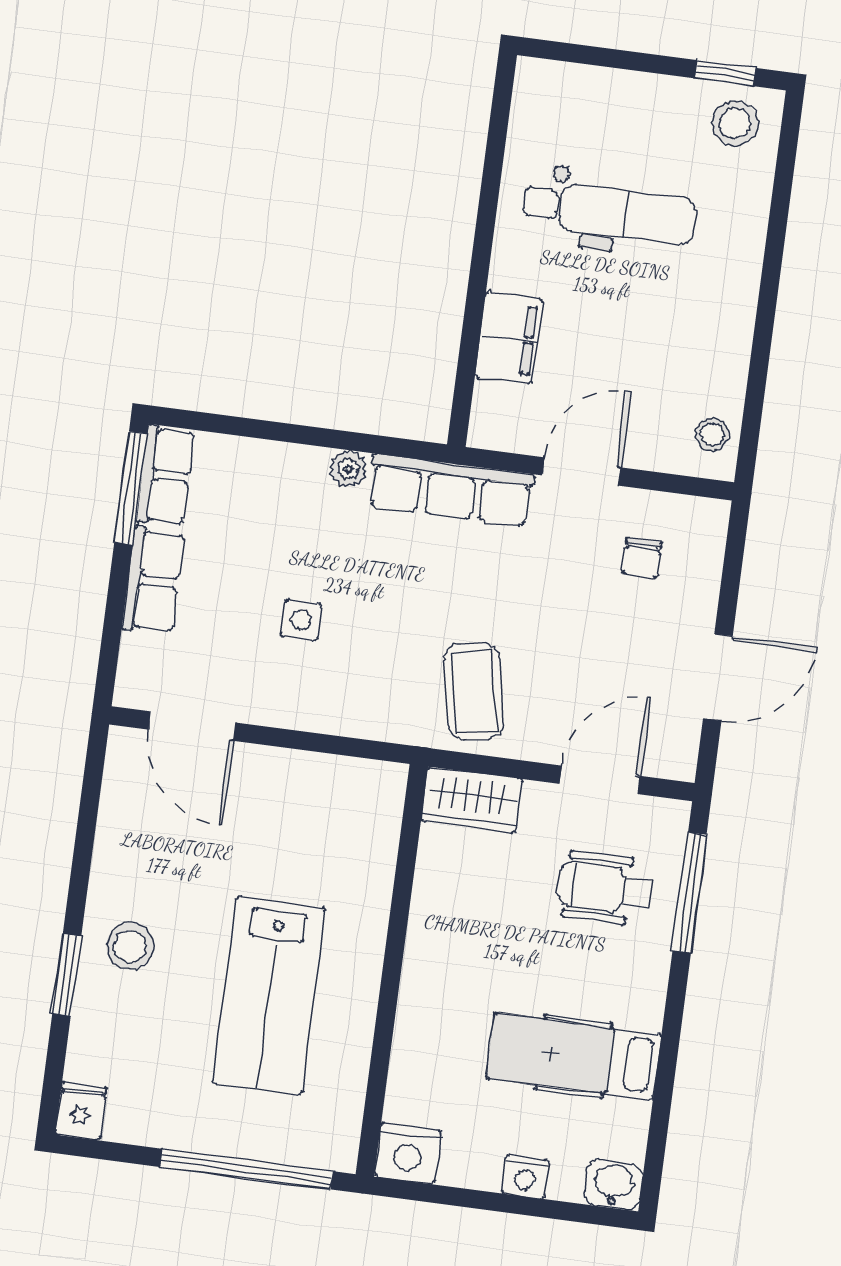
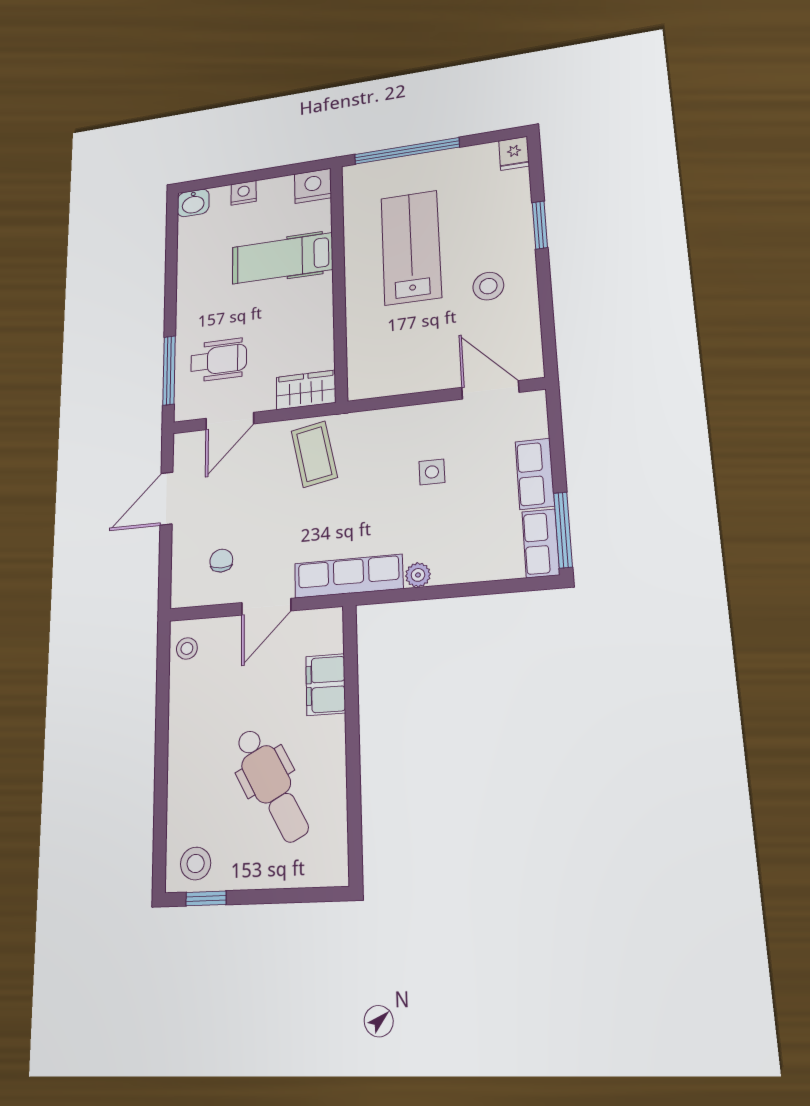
dental chair: (609, 212) -> (271, 785), turned -118
stool: (130, 946) -> (488, 286), moved
hospital bed: (574, 1056) -> (282, 258), moved, turned 180

